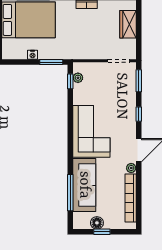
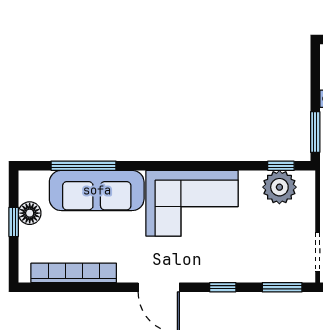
plant: (78, 78) -> (279, 187), width x1.88, depth x1.88
plant: (131, 168) -> (127, 274), removed

